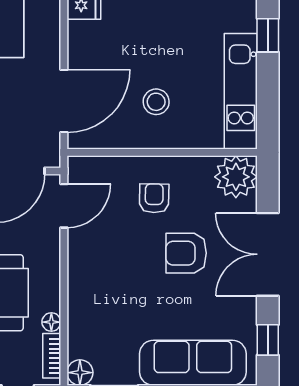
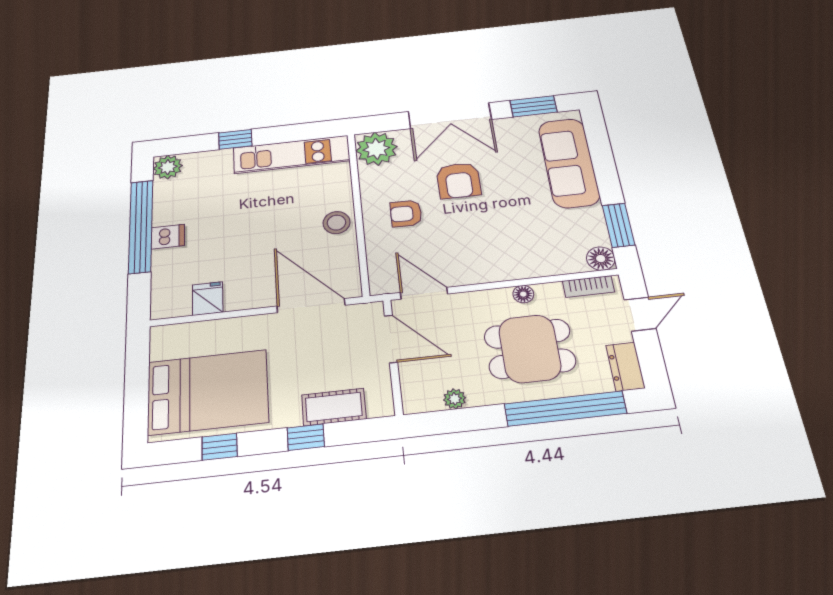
stool: (156, 102) -> (336, 223), moved
floor lamp: (51, 322) -> (523, 294), moved
window: (268, 340) -> (533, 106), width x1.50

